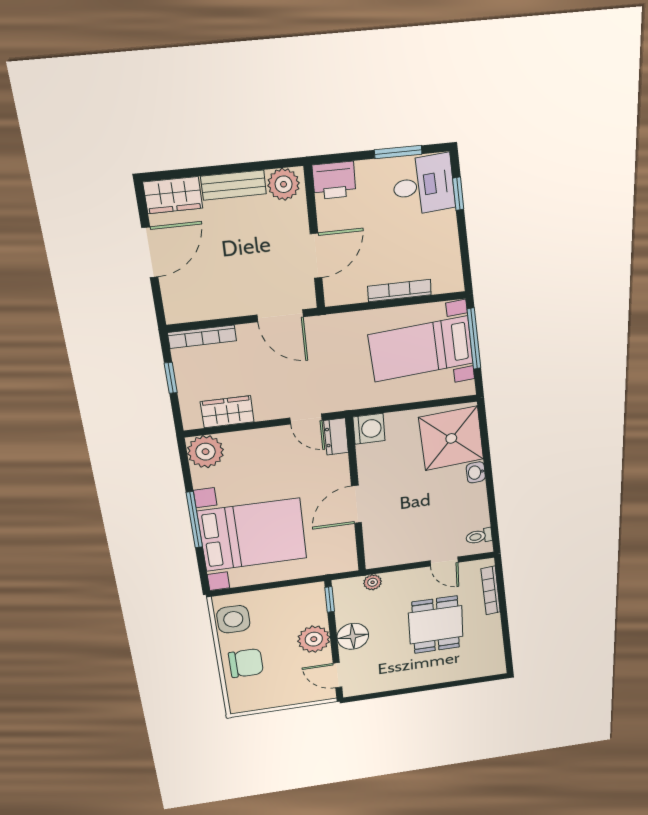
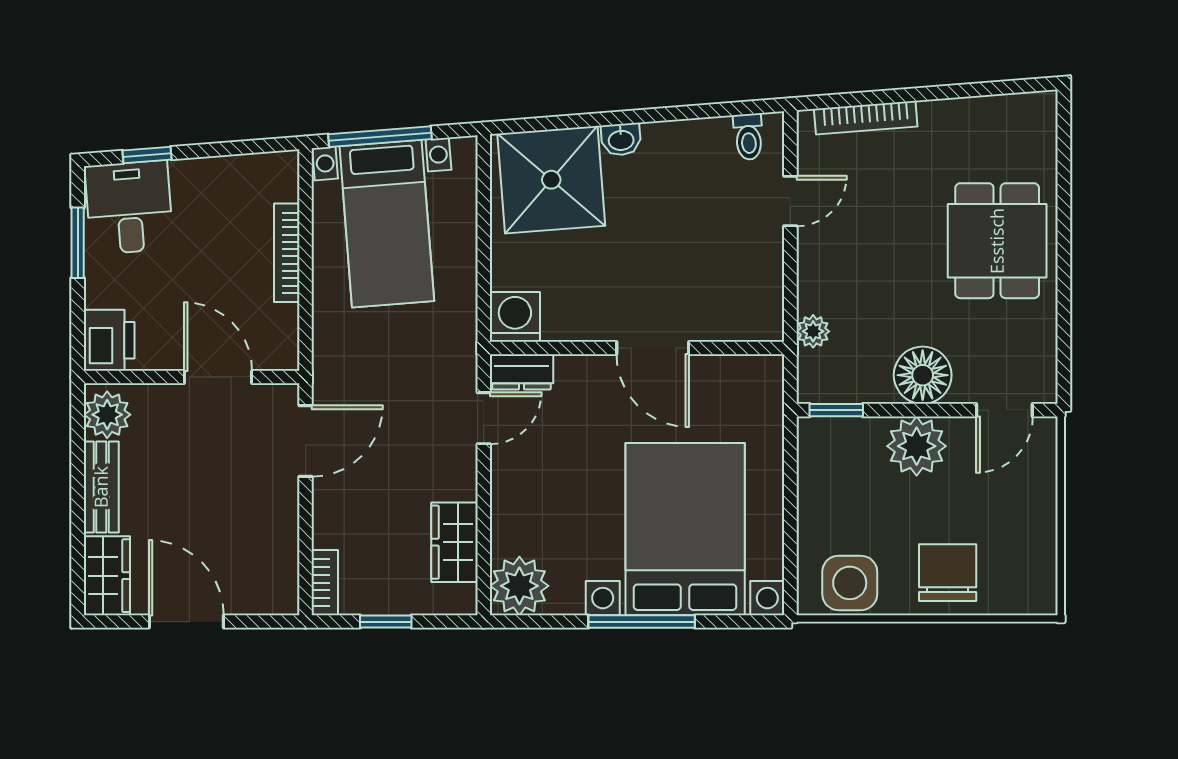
bookcase: (202, 337) -> (325, 583), width x0.64
dining table: (436, 625) -> (997, 241), moved, turned 90

